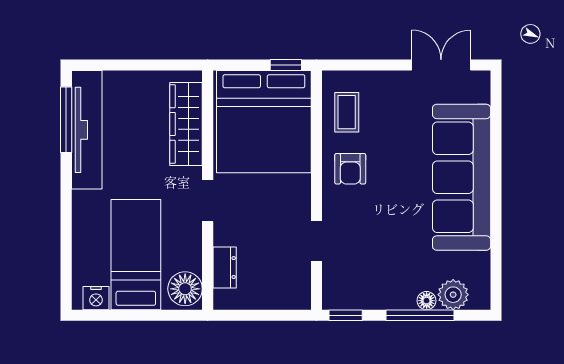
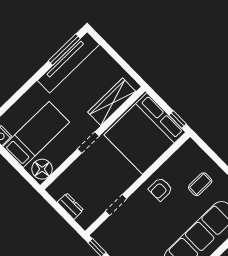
coffee table: (347, 112) -> (200, 184), moved
dresser: (225, 268) -> (70, 206), moved, turned -90

